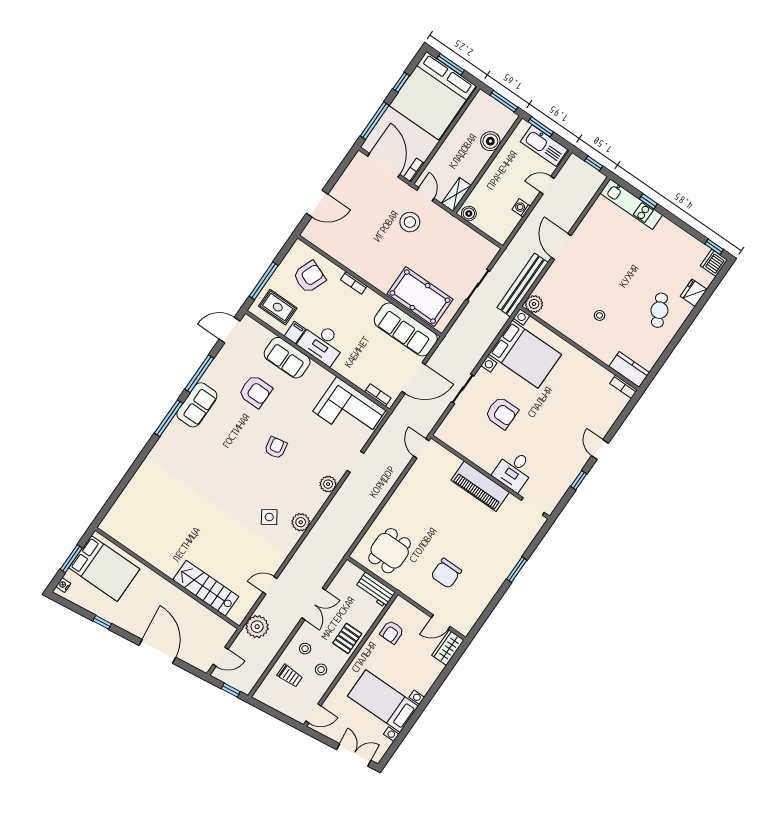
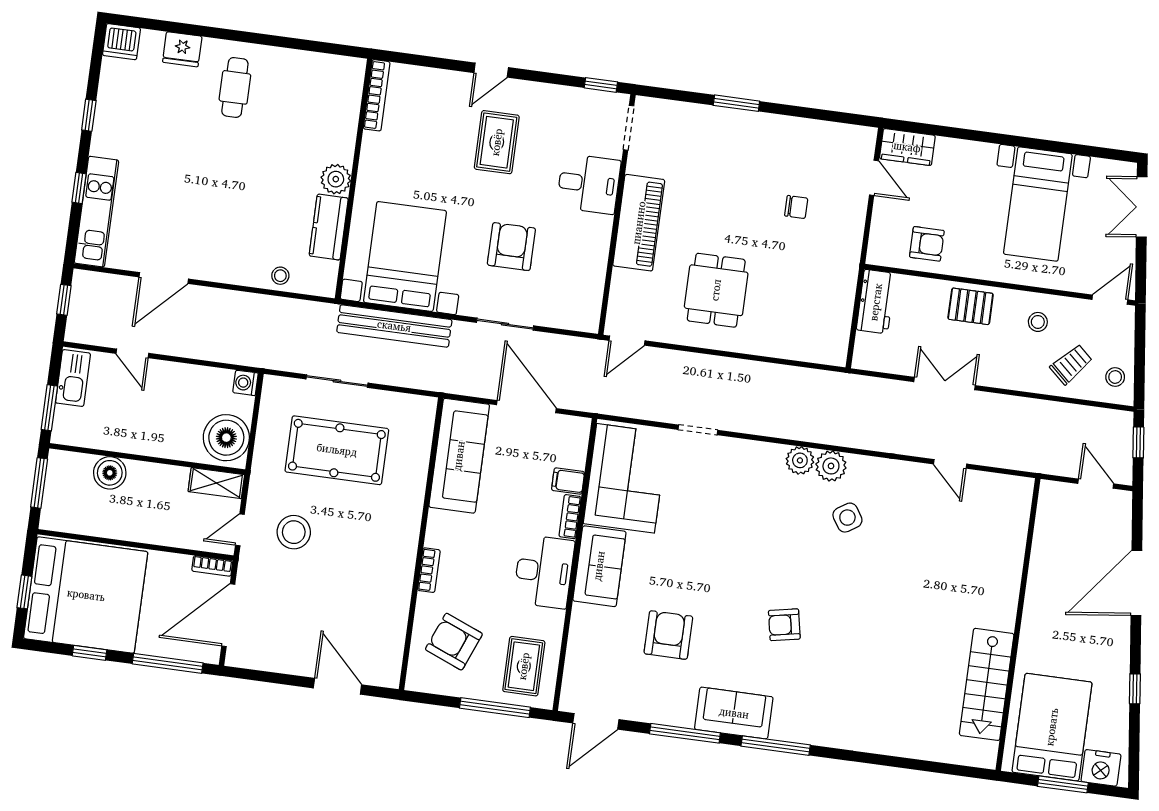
window: (451, 64) -> (24, 592), width x0.67
kitchen sink: (544, 146) -> (73, 378), width x0.73, depth x0.81
washing machine: (521, 208) -> (245, 383), moved, turned 90
boiler: (469, 213) -> (226, 438), width x1.86, depth x1.86
door: (561, 246) -> (164, 278), moved
window: (714, 247) -> (89, 115), moved
bench: (523, 285) -> (394, 326), moved
pool table: (420, 297) -> (337, 450), moved, turned 90
plant: (534, 304) -> (336, 179), moved
cafe table: (659, 310) -> (235, 87), turned -65
stool: (600, 315) -> (280, 276), moved
door: (229, 330) -> (596, 721), hinge flipped
filing cabinet: (295, 333) -> (568, 481), moved
sofa: (287, 358) -> (599, 566), moved
kitchen counter: (629, 369) -> (329, 227), moved
bookcase: (623, 387) -> (377, 95), width x1.56
bookcase: (378, 395) -> (570, 517), moved
rug: (561, 433) -> (497, 142), added
armchair: (276, 448) -> (784, 625), moved
window: (579, 480) -> (601, 85), moved
plant: (328, 484) -> (800, 460), moved
dining table: (390, 551) -> (716, 290), moved, turned 90
chair: (446, 573) -> (796, 207), width x0.54, depth x0.54
nightstand: (63, 585) -> (1101, 768), width x1.89, depth x1.79
stairs: (206, 588) -> (987, 684), moved
plant: (257, 627) -> (1022, 451), removed
stool: (305, 649) -> (1115, 377), moved
trolley: (290, 676) -> (1071, 364), turned 42
door: (313, 713) -> (1110, 300), hinge flipped

